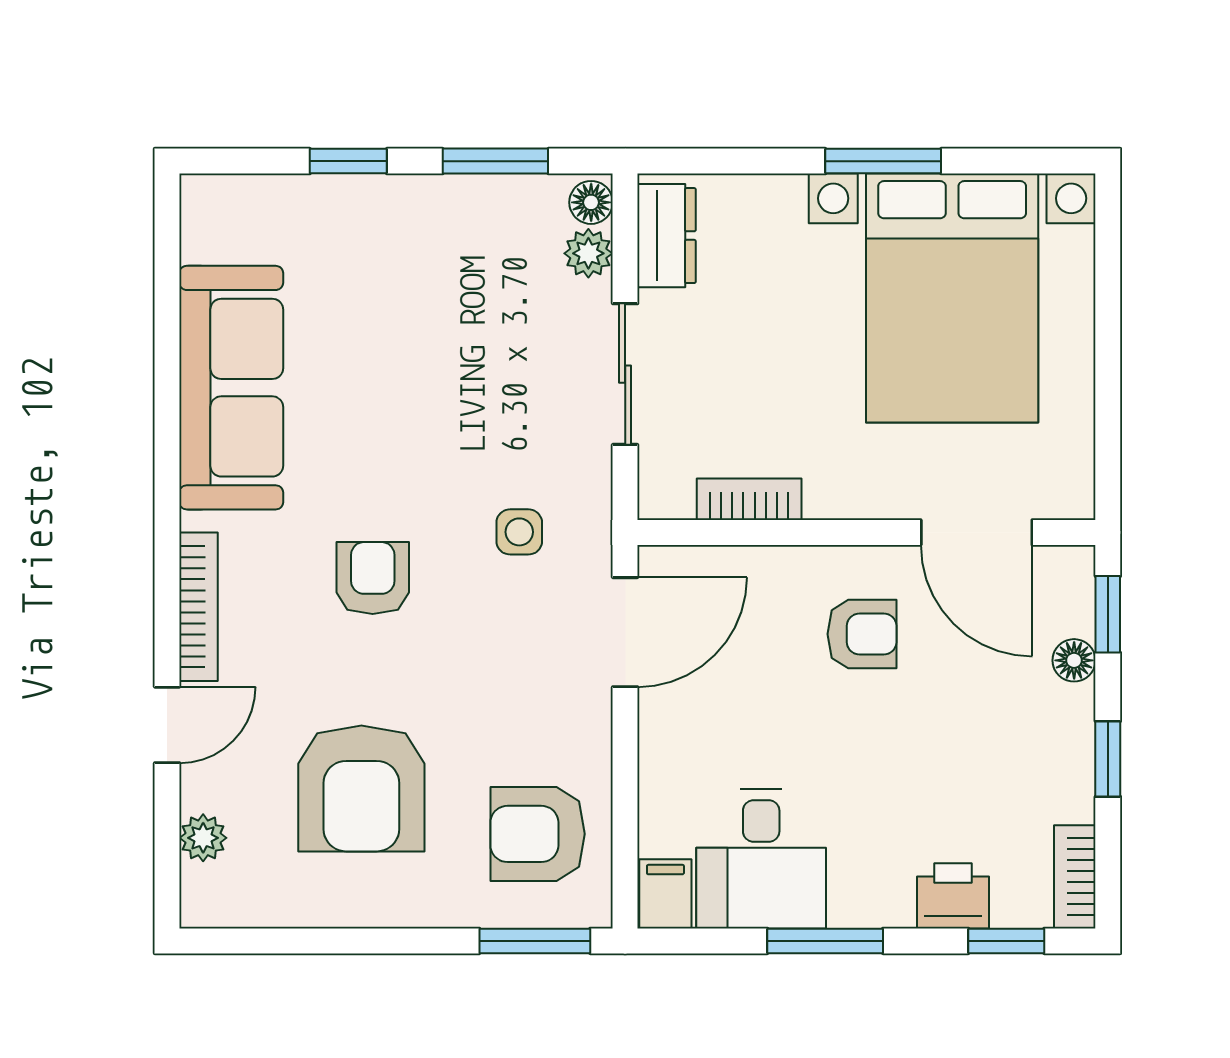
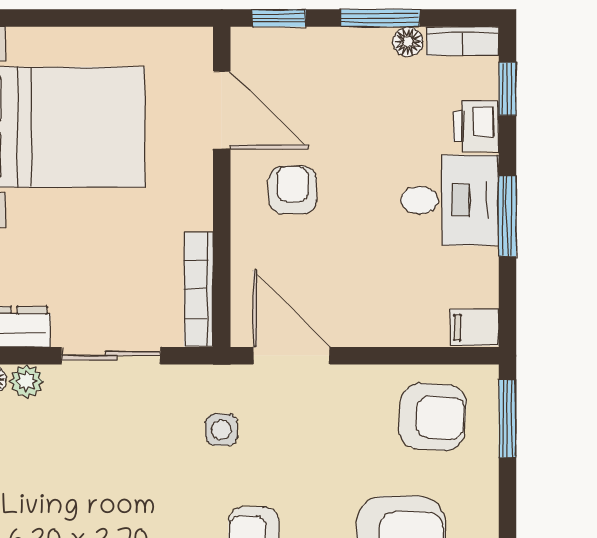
bookcase: (749, 499) -> (198, 289), width x1.56
door: (977, 532) -> (222, 110), hinge flipped
floor lamp: (1074, 660) -> (408, 42), moved
window: (1108, 759) -> (380, 18), width x1.50
armchair: (538, 834) -> (433, 417), turned -86
desk: (761, 859) -> (450, 200), moved

